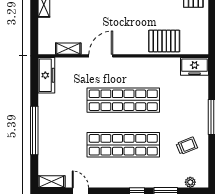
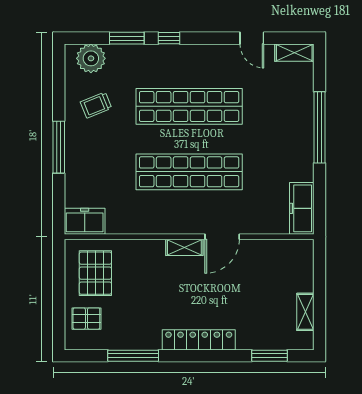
pallet: (164, 41) -> (95, 273), moved, turned 90
shelving: (68, 49) -> (184, 247), moved
plant: (190, 182) -> (91, 58), width x1.87, depth x1.87

